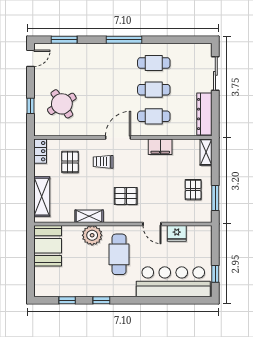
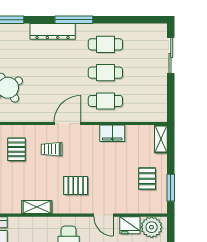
dresser: (204, 114) -> (53, 31), moved, turned -90
plant: (92, 235) -> (152, 227), moved

